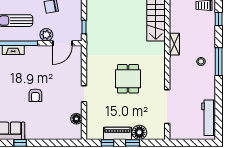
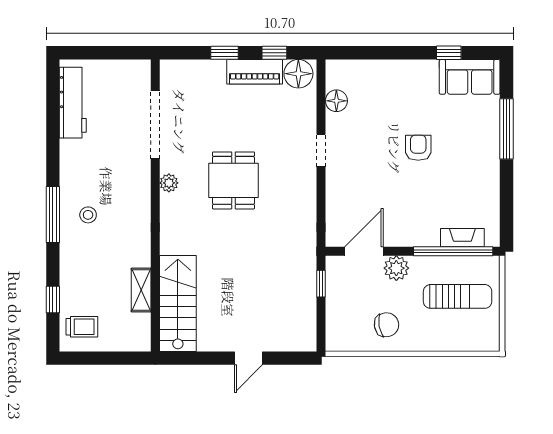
shelving: (174, 44) -> (141, 290), moved
plant: (160, 78) -> (169, 183), added
floor lamp: (139, 132) -> (298, 74), moved

